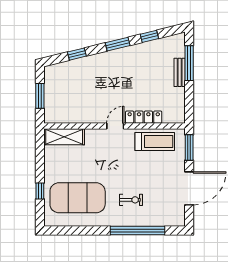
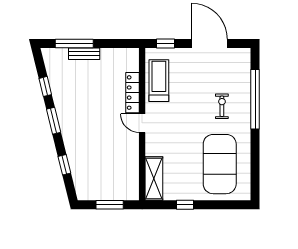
window: (189, 148) -> (165, 43), width x0.67
window: (40, 191) -> (185, 205), moved

